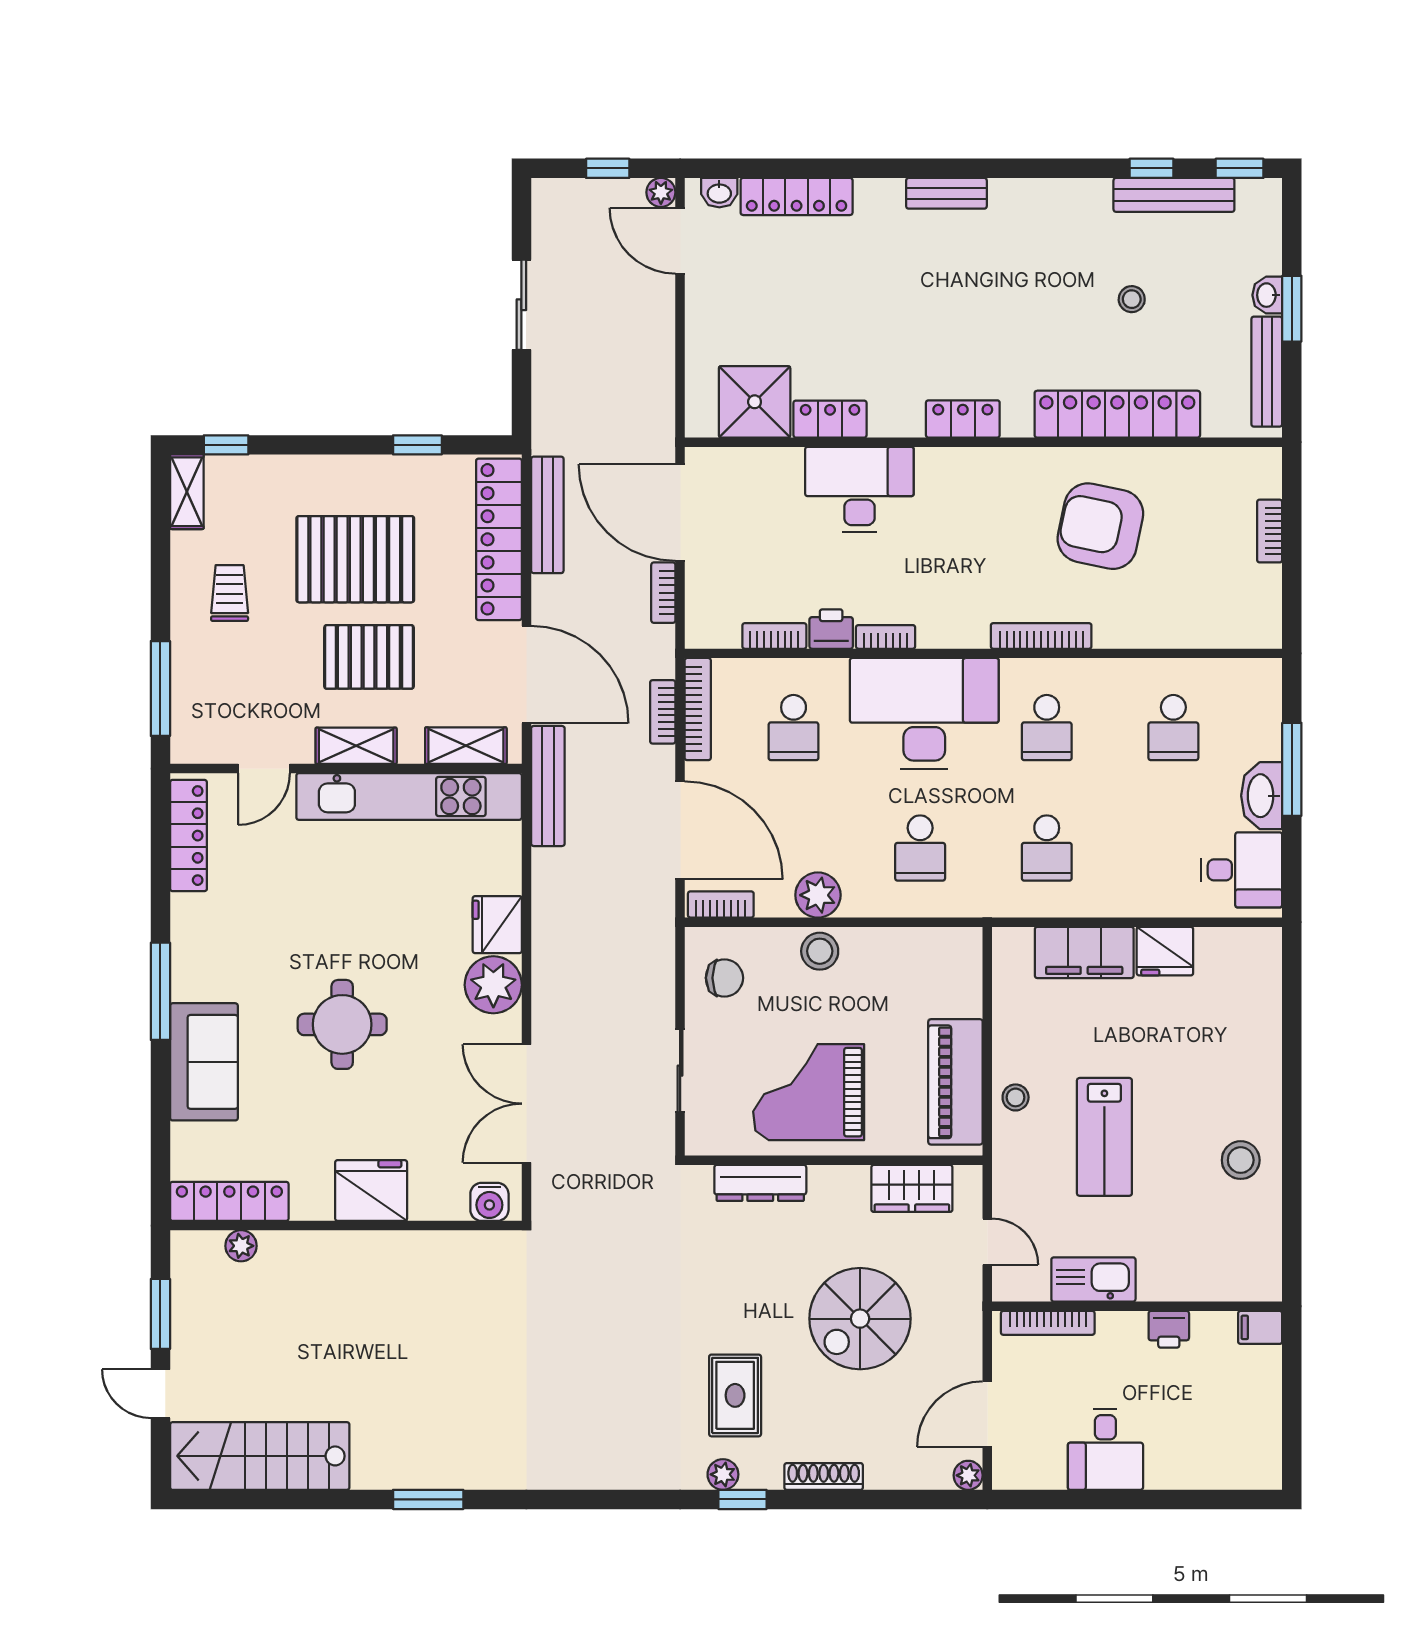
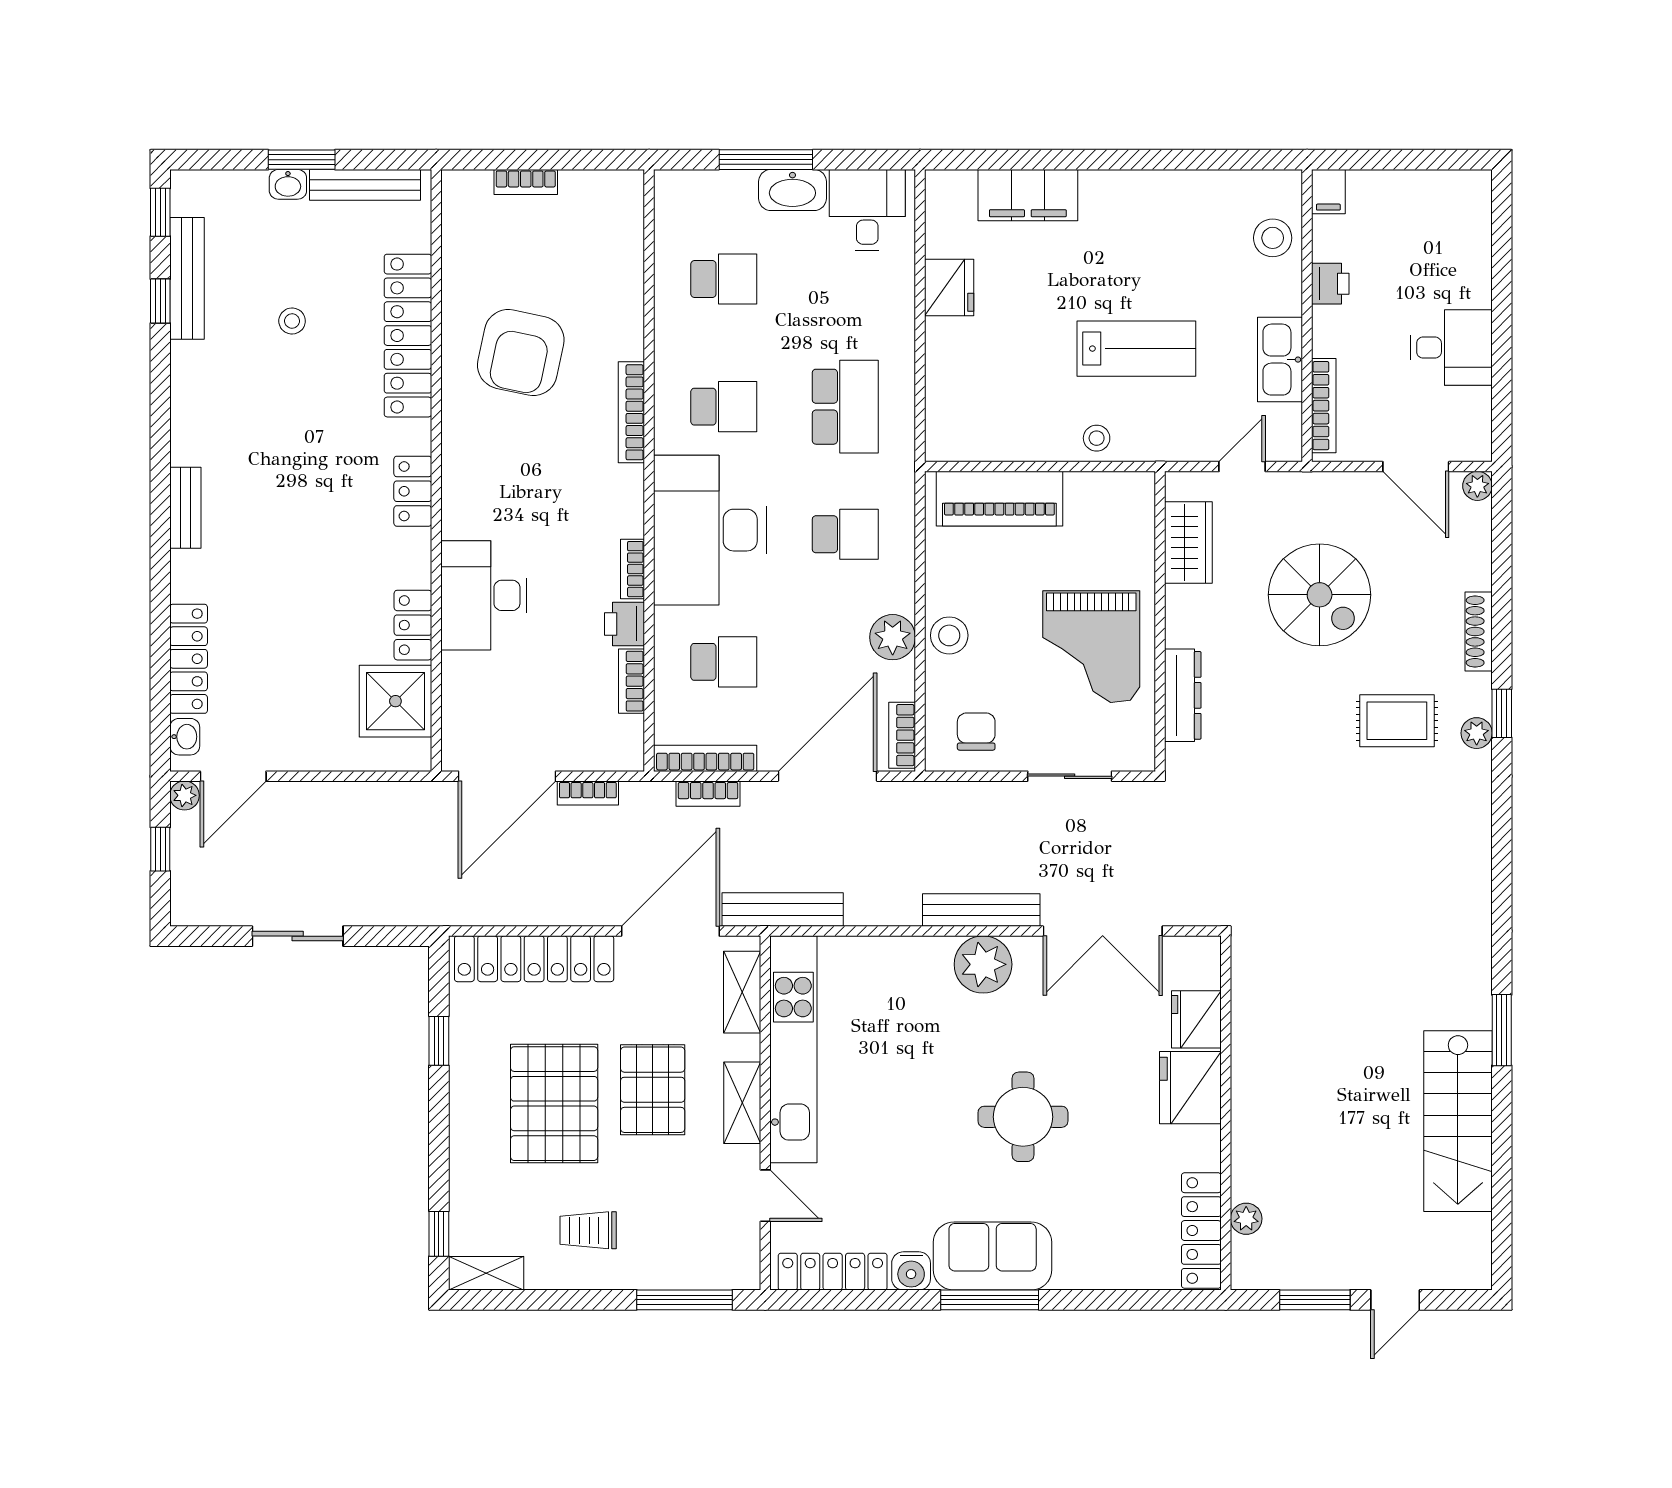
bench: (547, 515) -> (981, 910), moved
school desk: (1047, 848) -> (845, 407), width x1.85
fridge: (497, 925) -> (1196, 1019), moved, turned 90
filing cabinet: (1084, 952) -> (1028, 195), moved, turned 90
sofa: (204, 1062) -> (993, 1256), moved
piano: (955, 1082) -> (999, 499), moved
stool: (1241, 1160) -> (1273, 238), moved
water cooler: (489, 1202) -> (911, 1271), moved, turned 90
stairs: (260, 1456) -> (1458, 1121), moved

